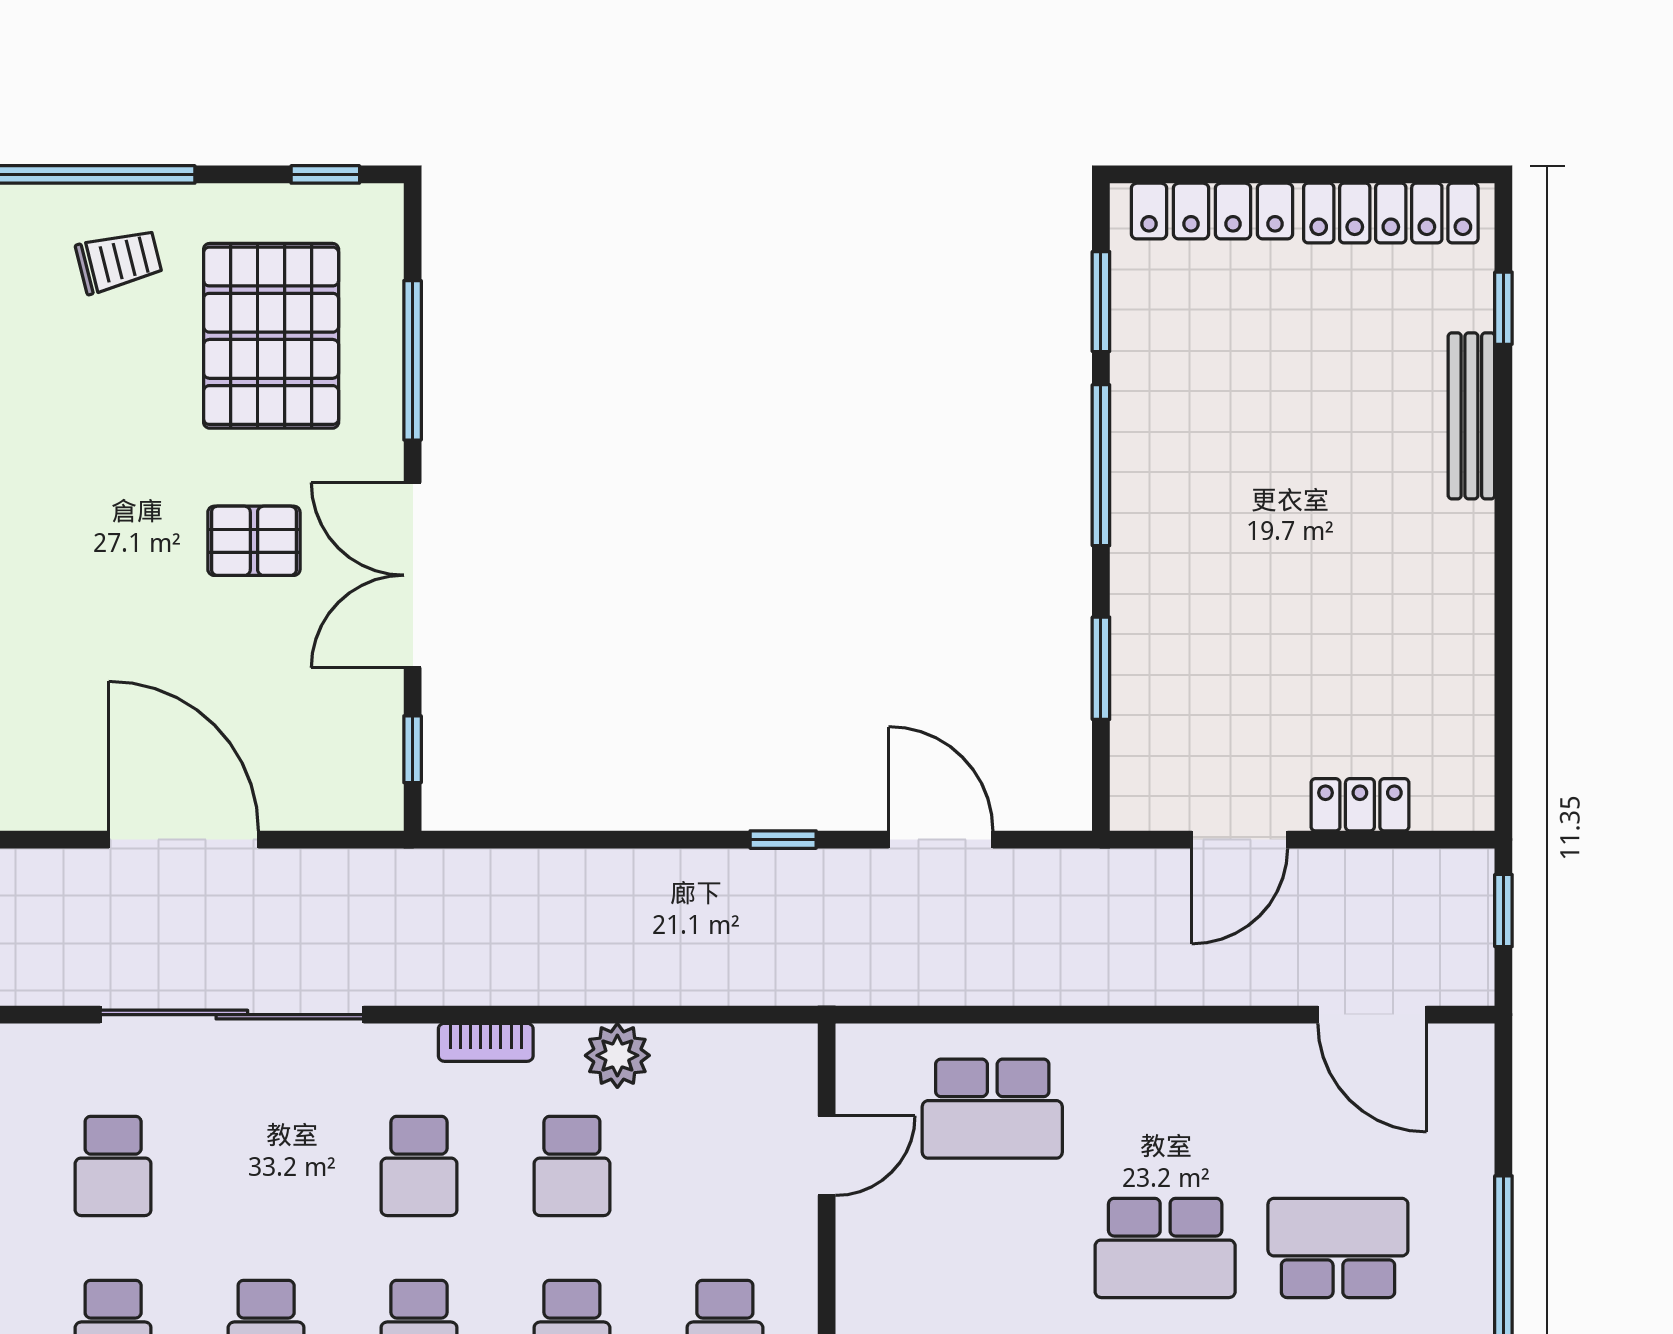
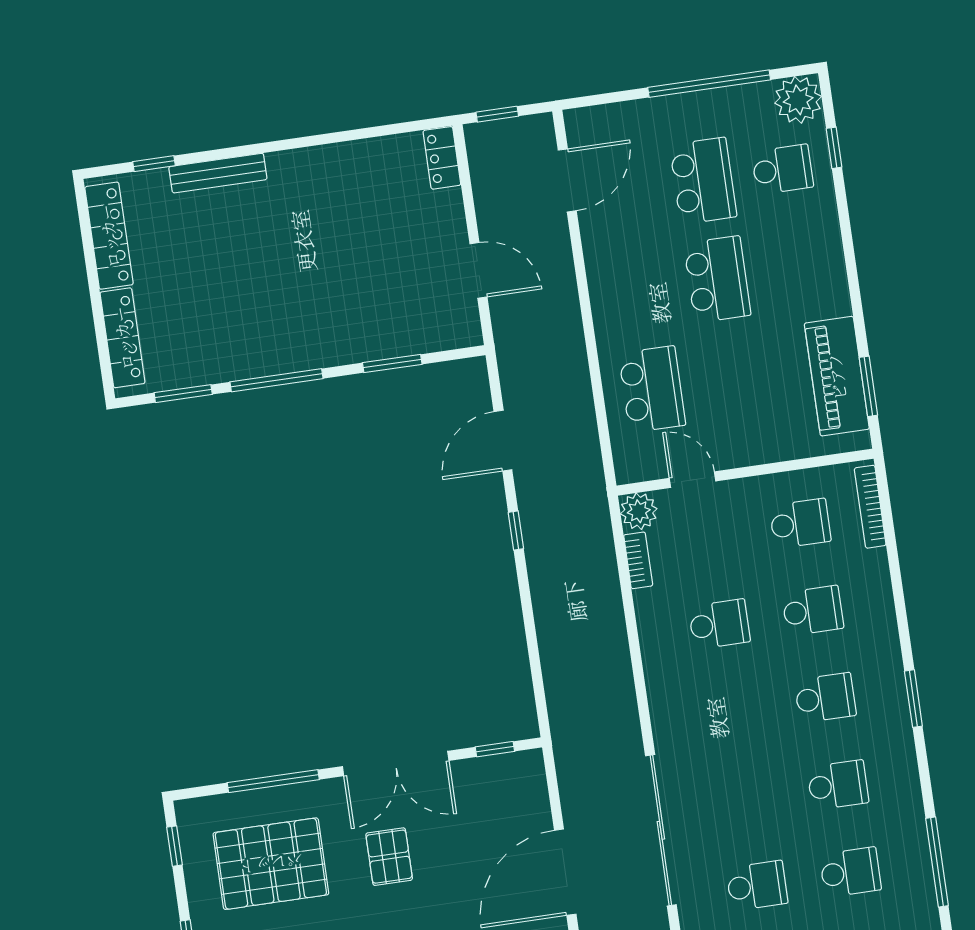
locker: (1360, 805) -> (442, 158), moved
bookcase: (486, 1042) -> (638, 560), moved
plant: (617, 1055) -> (639, 511), moved
school desk: (419, 1166) -> (732, 711), removed
school desk: (1338, 1248) -> (703, 181), turned 180

